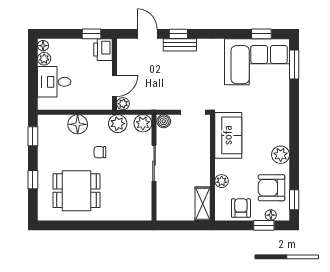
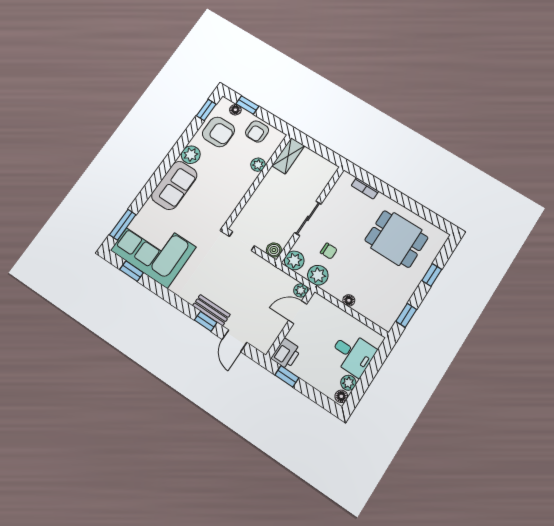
floor lamp: (78, 124) -> (349, 300), width x0.53, depth x0.53
sofa: (228, 135) -> (174, 185), moved, turned 180
chair: (100, 152) -> (329, 251), moved
bookcase: (126, 216) -> (365, 188), added

